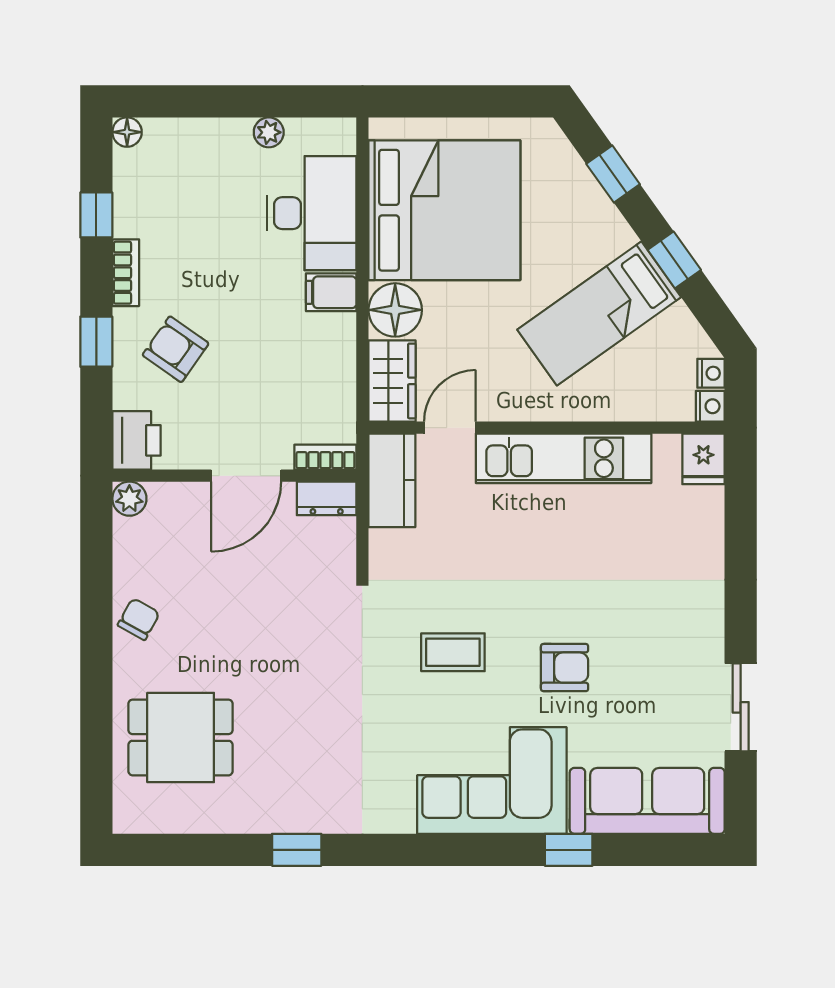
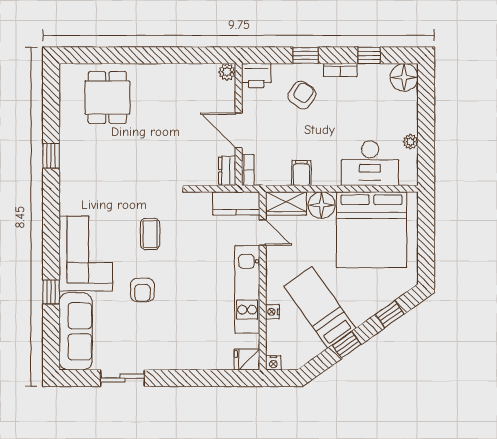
floor lamp: (127, 132) -> (404, 77), width x1.89, depth x1.89
filing cabinet: (331, 292) -> (301, 173), moved
nightstand: (711, 373) -> (272, 312), moved, turned 90
chair: (139, 619) -> (167, 77), removed

